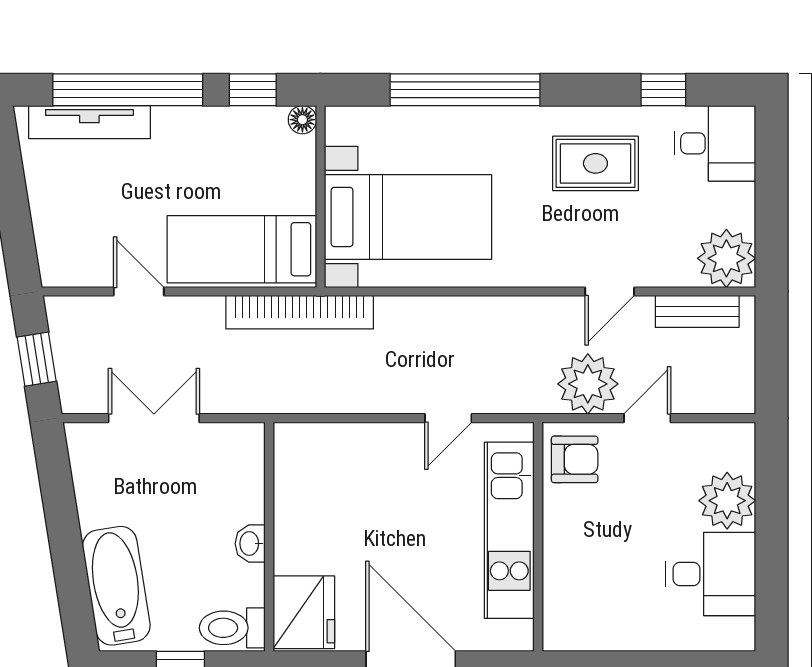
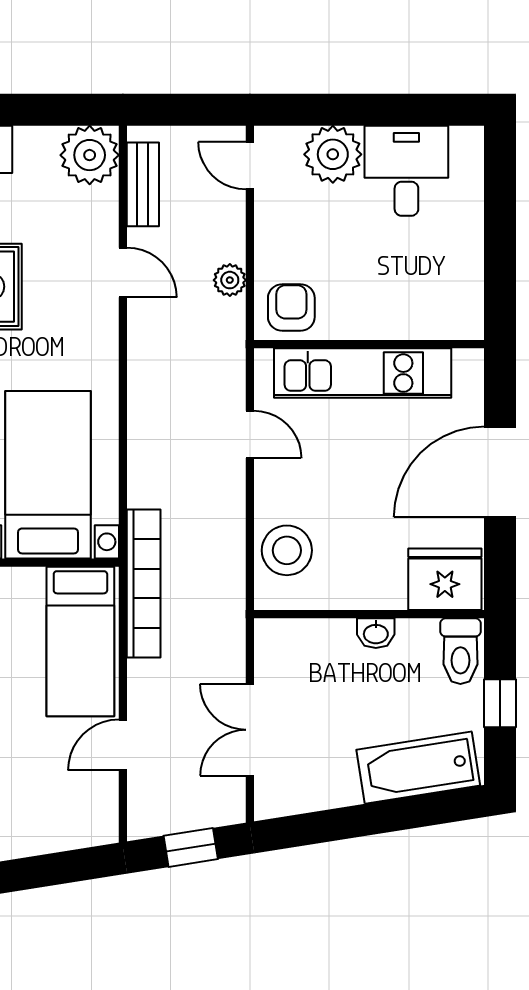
plant: (588, 384) -> (230, 280), width x0.53, depth x0.53
door: (647, 418) -> (250, 166), moved
stool: (333, 455) -> (287, 550), added

